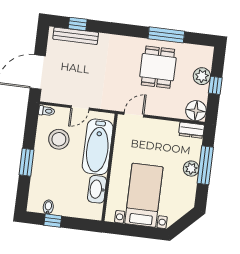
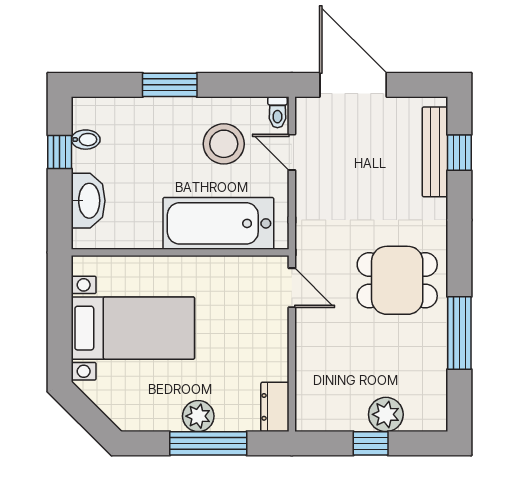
dining table: (158, 67) -> (397, 280), moved
door: (80, 108) -> (292, 152), moved
floor lamp: (196, 111) -> (315, 411), removed
washbasin: (97, 189) -> (88, 201), moved, turned 90

